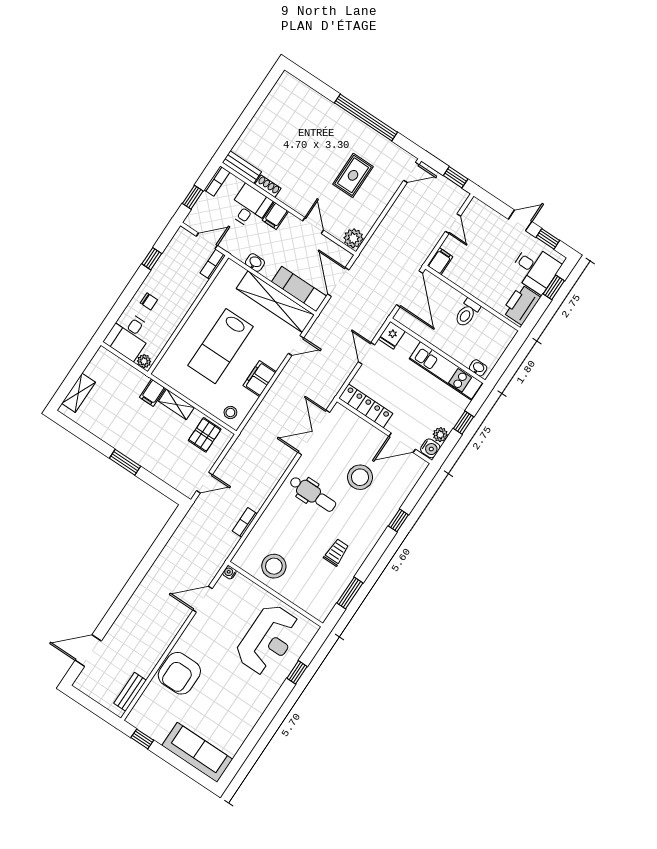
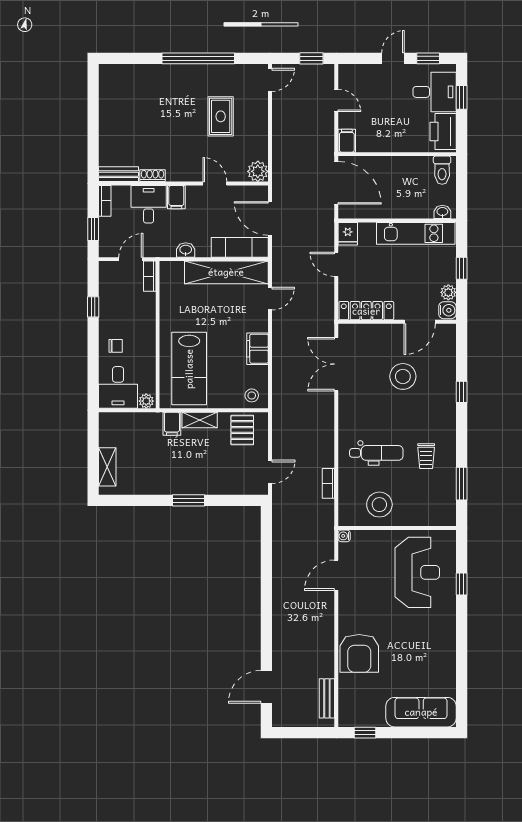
toilet: (467, 313) -> (442, 170), moved
lab bench: (221, 346) -> (189, 369), moved
dental chair: (313, 494) -> (376, 453), moved
trolley: (336, 552) -> (426, 456), turned 180

